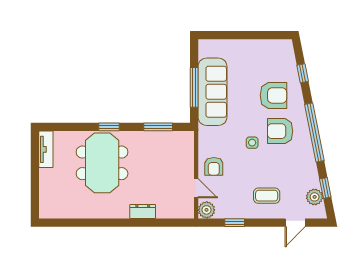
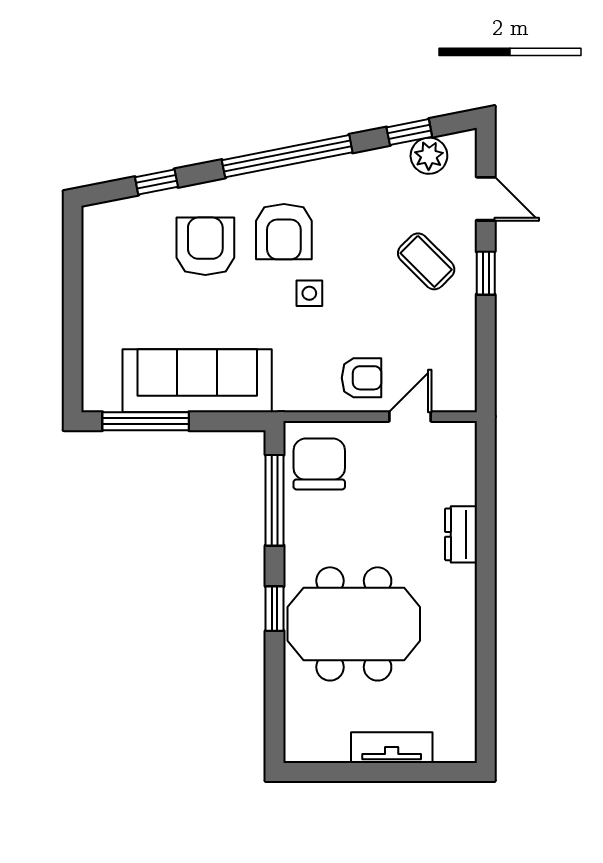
window: (194, 87) -> (146, 421), moved
window: (158, 127) -> (275, 500), width x1.44
chair: (175, 147) -> (319, 464), added
tv unit: (46, 149) -> (392, 748), moved
coffee table: (267, 196) -> (426, 261), turned -45
plant: (207, 210) -> (457, 394), removed
window: (235, 223) -> (486, 273), moved

